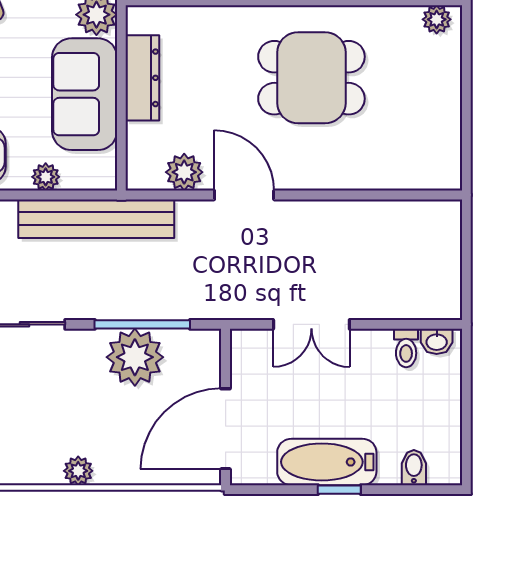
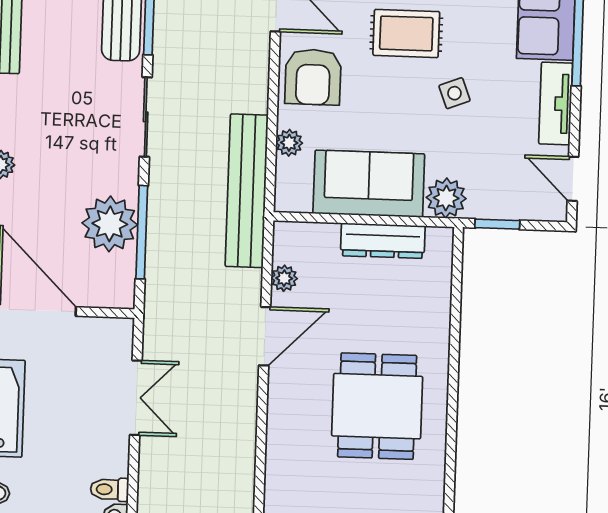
plant: (184, 172) -> (284, 278), width x0.73, depth x0.73
double door: (311, 324) -> (136, 398), swing flipped

